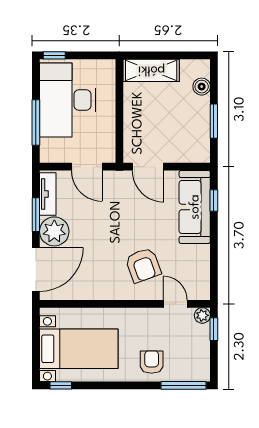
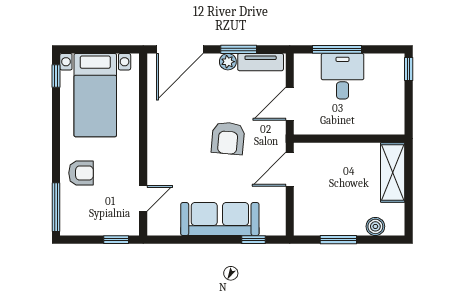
desk: (67, 100) -> (343, 76), width x0.53, depth x0.77
sofa: (195, 207) -> (220, 219), moved
plant: (54, 231) -> (228, 62), width x0.53, depth x0.53
armchair: (143, 265) -> (228, 138), moved, turned -65
door: (36, 270) -> (180, 49), hinge flipped
plant: (202, 315) -> (131, 227), removed

